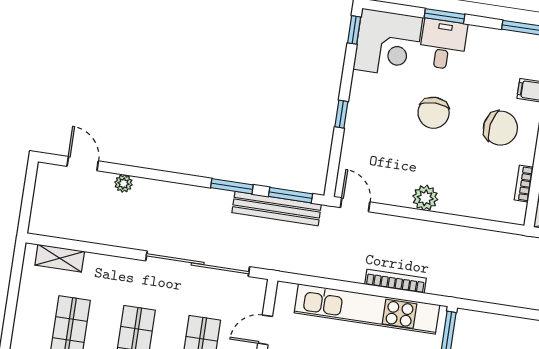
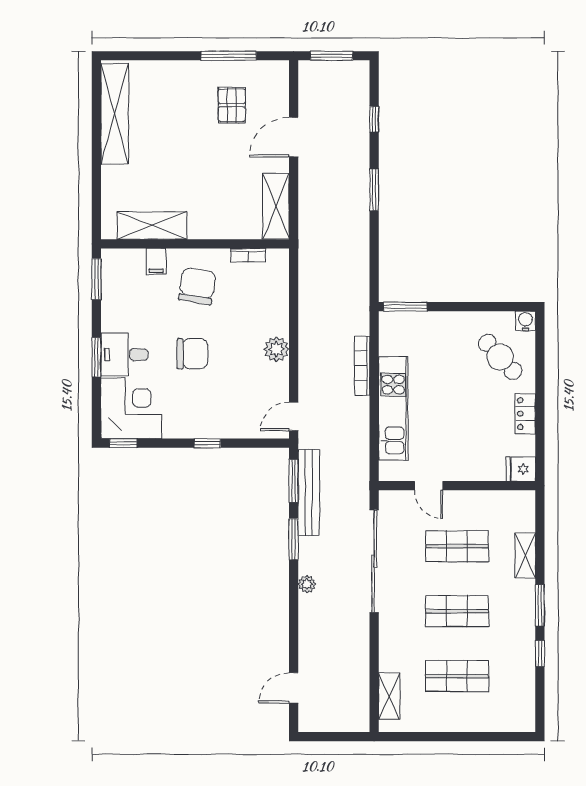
plant: (124, 183) -> (307, 584), moved
kitchen unit: (367, 309) -> (393, 408), width x0.73

